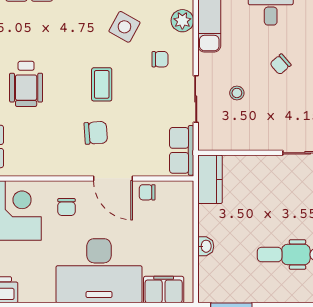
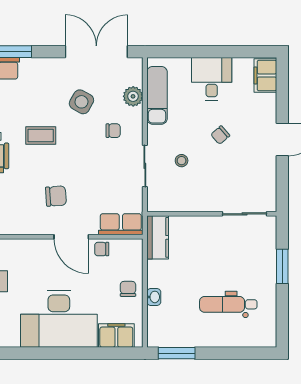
coffee table: (102, 84) -> (41, 136), moved, turned 90
row of seats: (182, 150) -> (121, 224), moved, turned 90
chair: (67, 207) -> (128, 289), moved, turned 180

